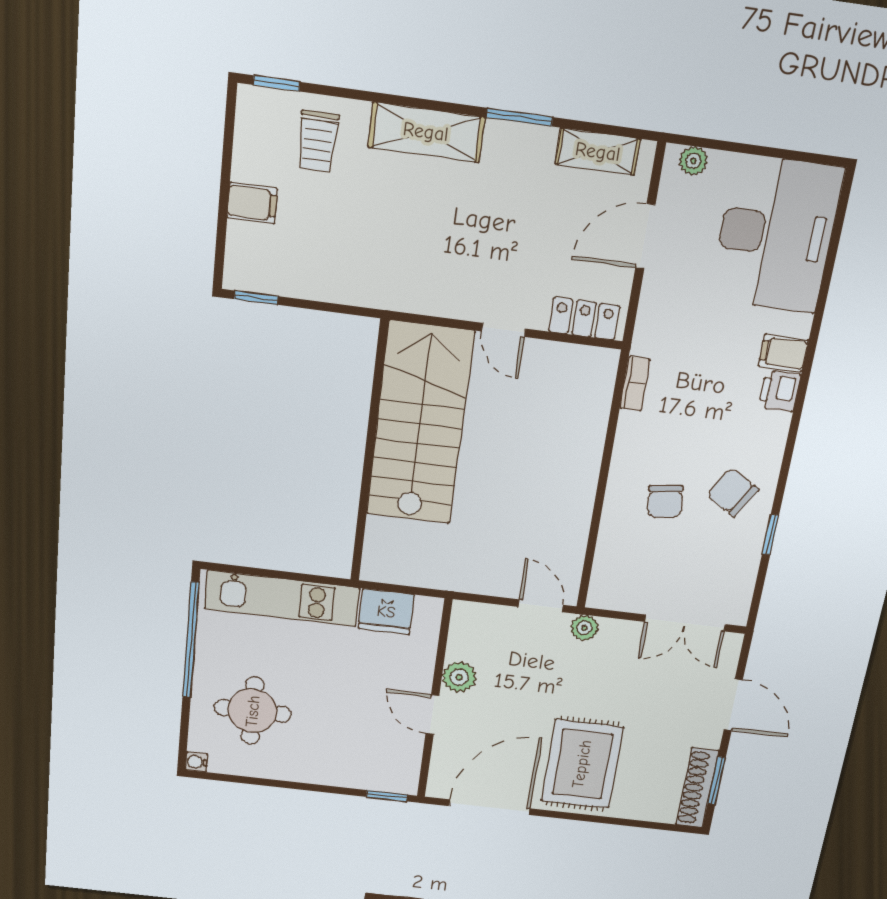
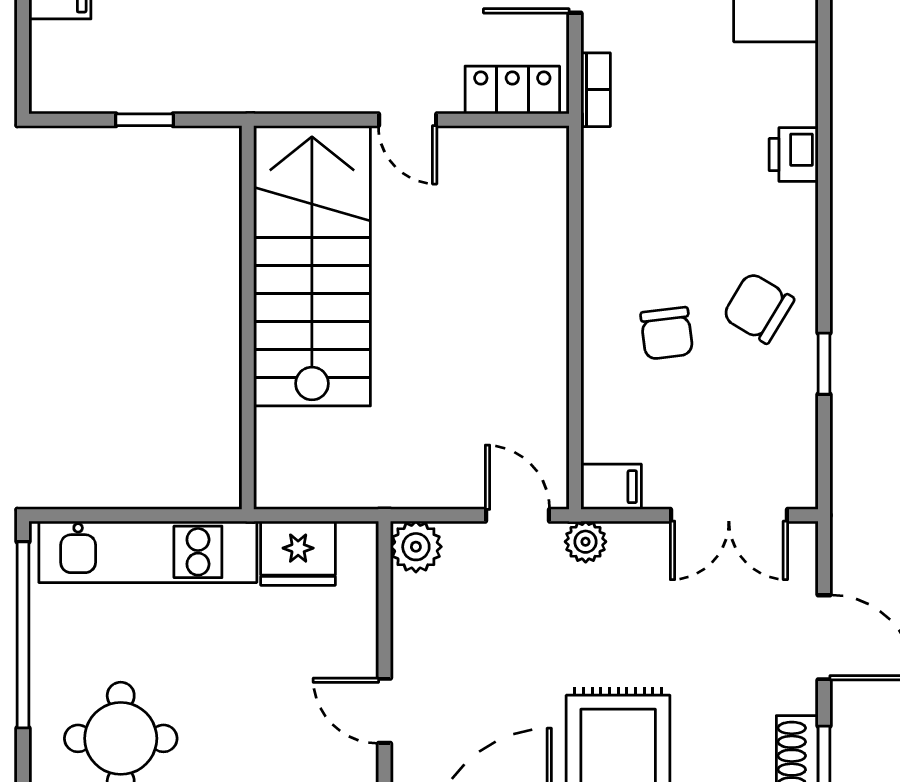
window: (256, 298) -> (145, 120), moved
filing cabinet: (783, 353) -> (611, 487), moved, turned 180
bookcase: (635, 384) -> (596, 90), moved
plant: (459, 677) -> (416, 547), moved

